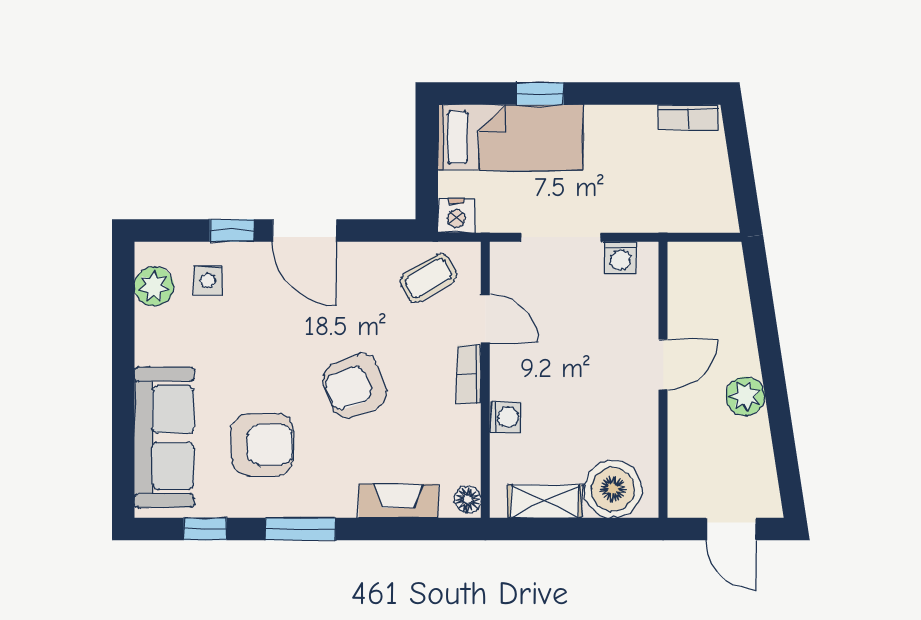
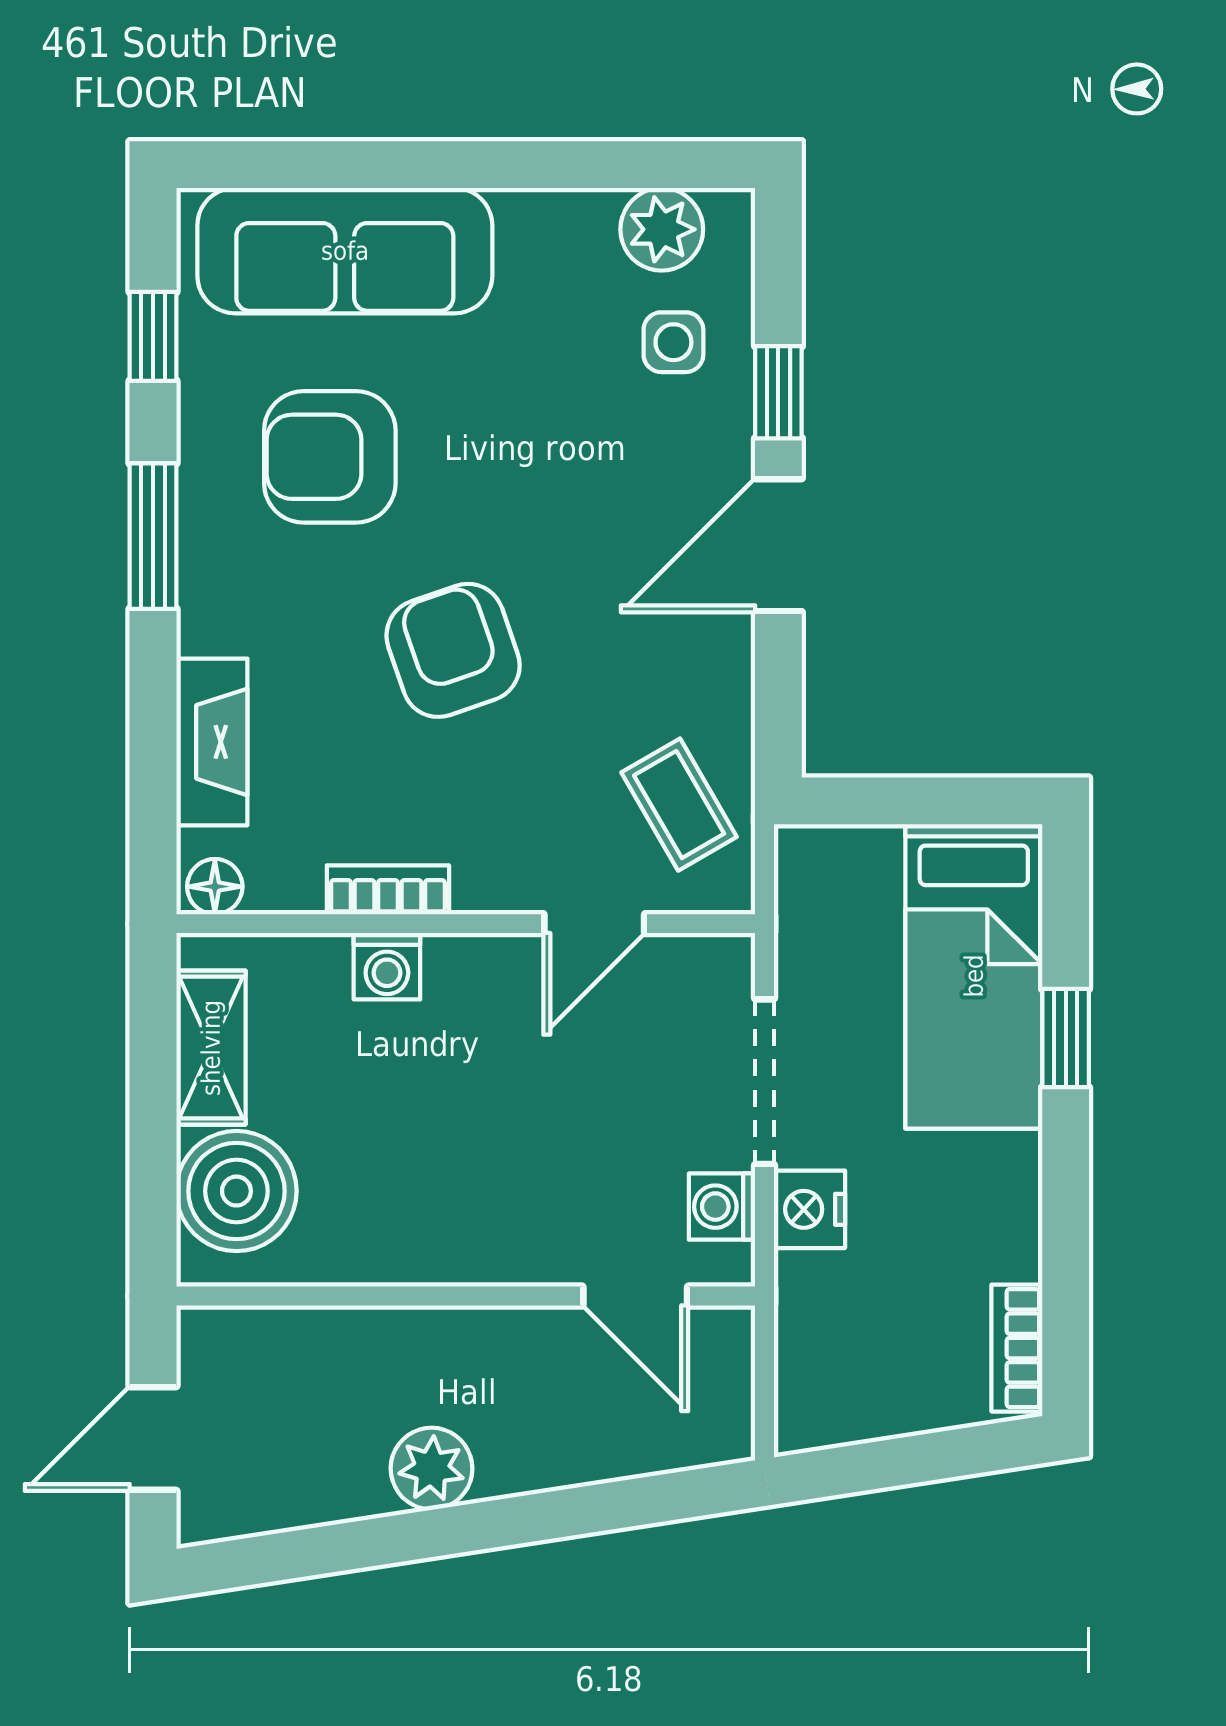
nightstand: (456, 216) -> (809, 1209), moved
door: (663, 365) -> (635, 1296), moved
bookcase: (469, 374) -> (388, 890), moved
armchair: (263, 445) -> (330, 457), turned 90

